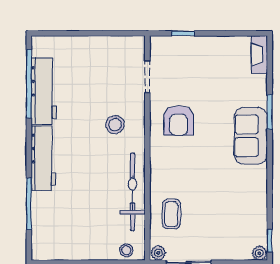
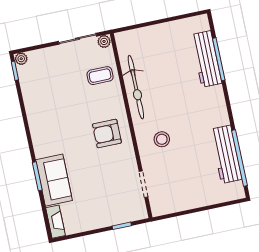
armchair: (179, 121) -> (107, 133), moved, turned -90
sofa: (251, 136) -> (54, 180), moved
workbench: (43, 158) -> (206, 59), moved
coffee table: (171, 214) -> (100, 76), turned 90
stool: (126, 250) -> (131, 38), removed

